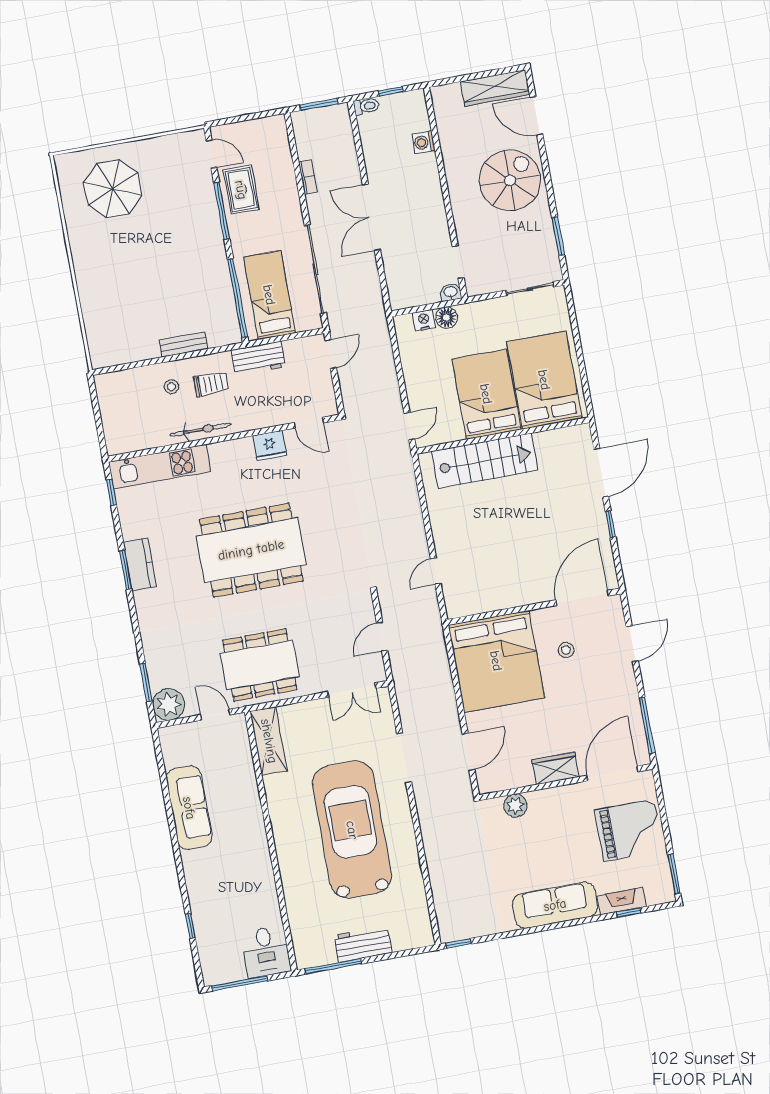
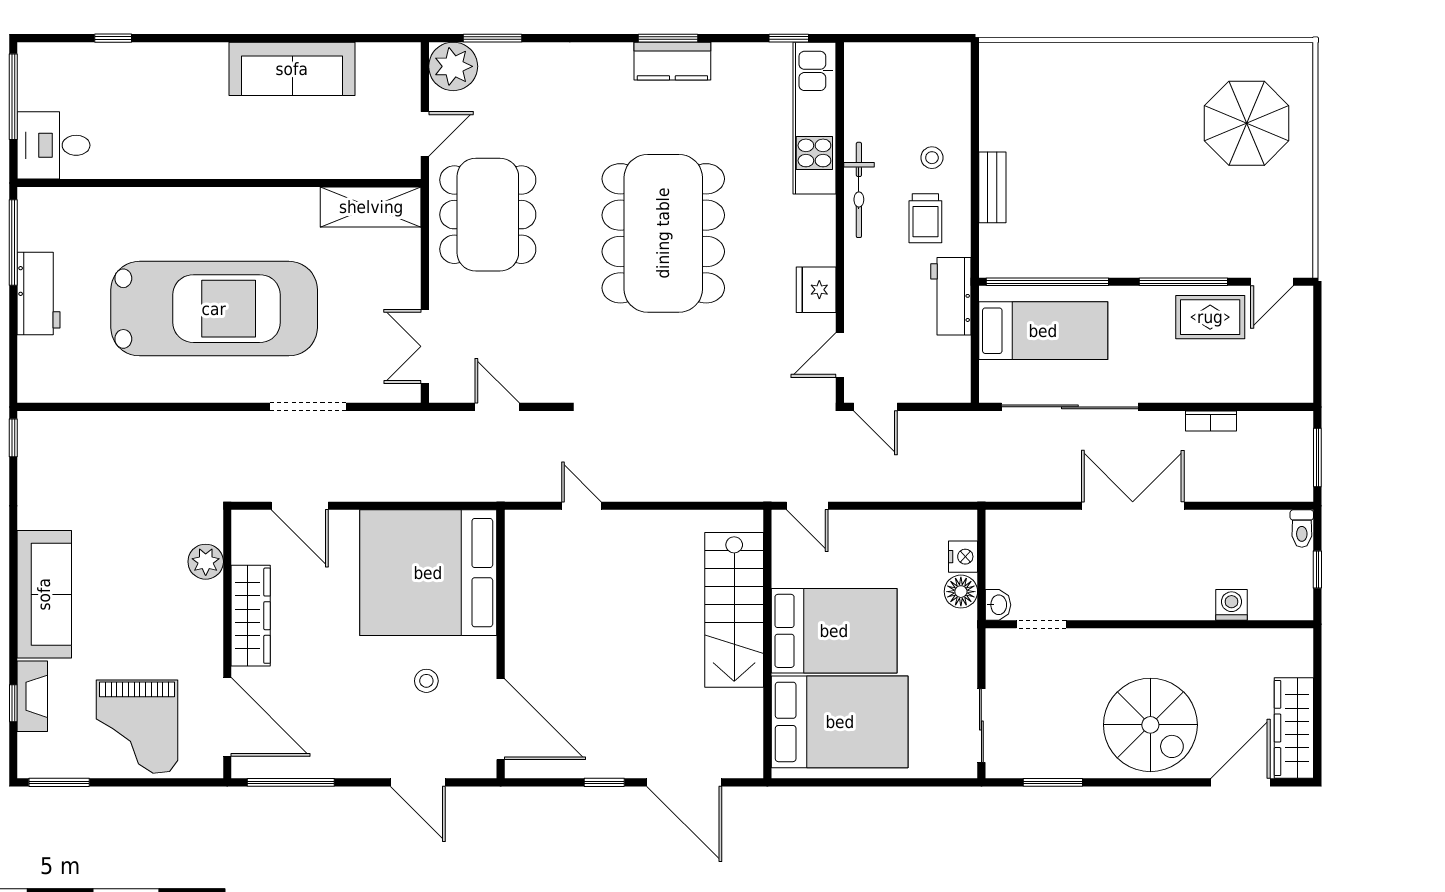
door: (331, 354) -> (876, 407), moved
wardrobe: (556, 768) -> (251, 616), width x1.50

